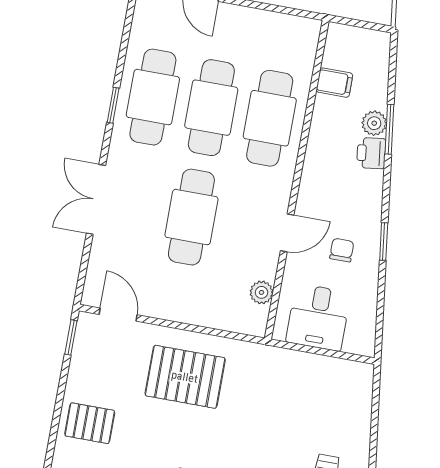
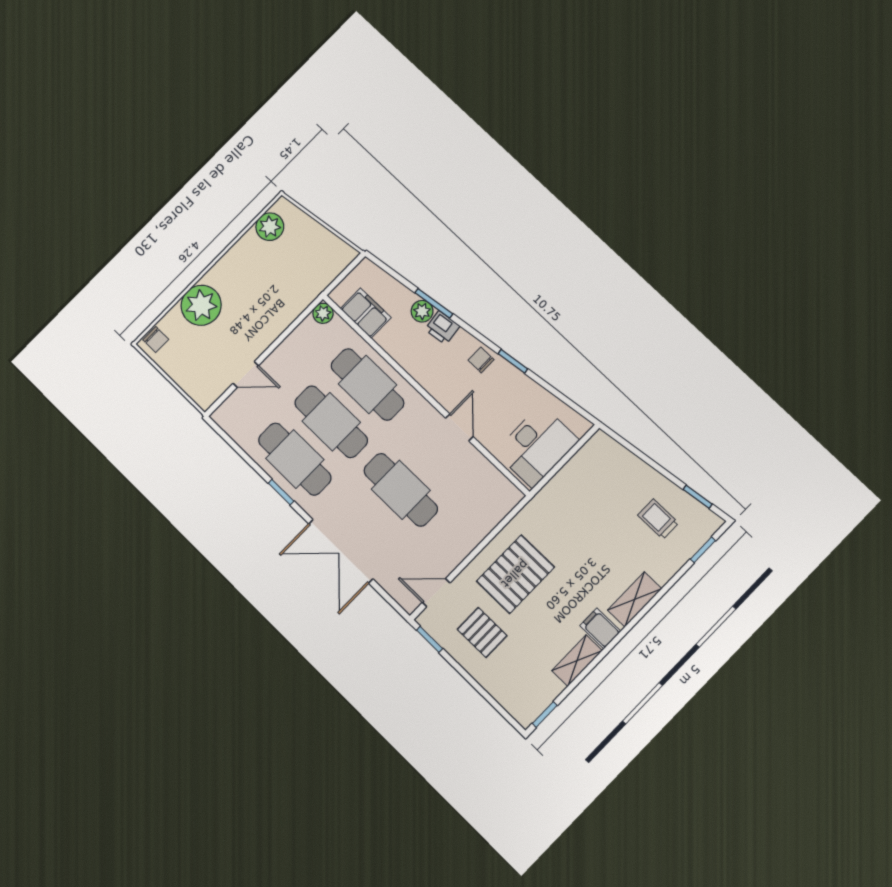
filing cabinet: (334, 83) -> (366, 313), width x2.00
double door: (96, 199) -> (341, 551), width x1.37
chair: (342, 250) -> (481, 360), moved
plant: (261, 292) -> (323, 313), moved
desk: (318, 317) -> (537, 446), width x1.37
pallet: (90, 423) -> (482, 633), moved, turned 90

